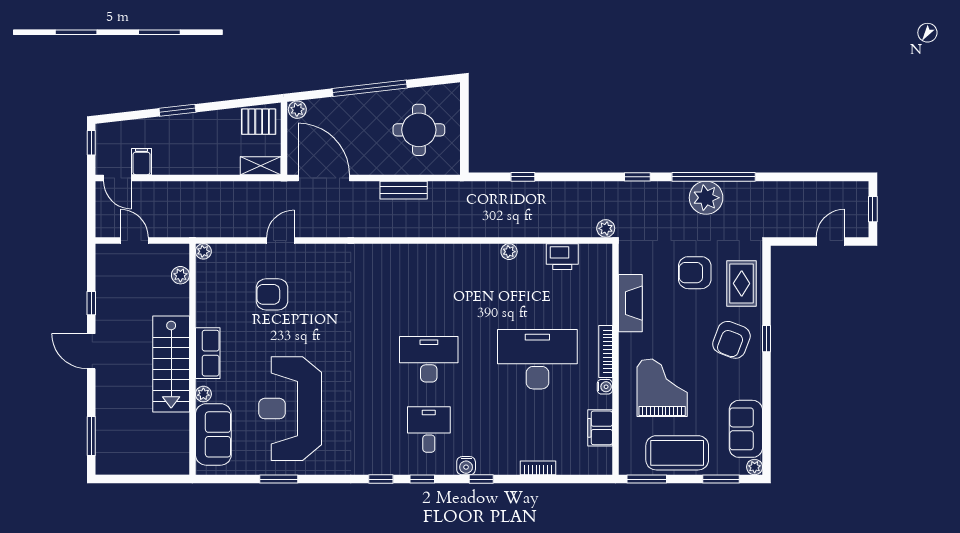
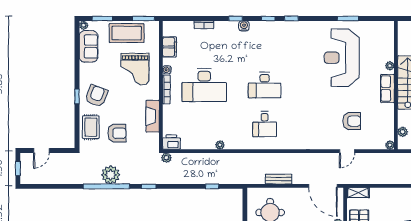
printer: (562, 257) -> (171, 142), moved
reception desk: (290, 409) -> (342, 58), turned 180
desk: (429, 429) -> (265, 124), moved
sofa: (213, 434) -> (384, 43), removed

